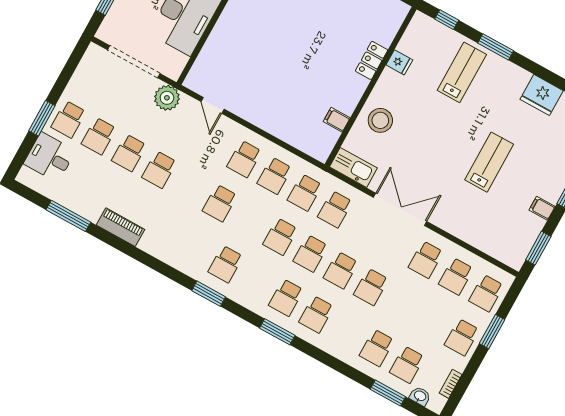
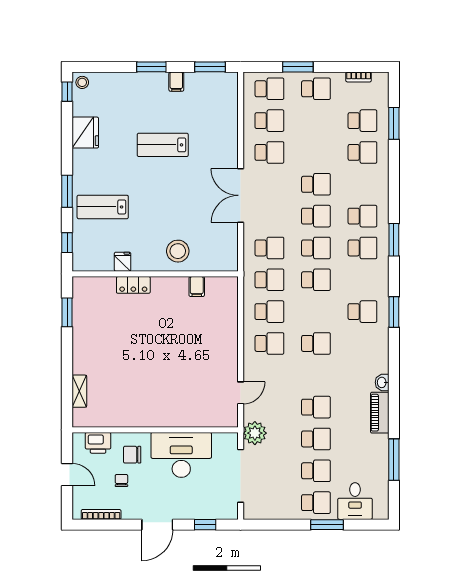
kitchen sink: (353, 167) -> (228, 252), removed
washbasin: (420, 396) -> (382, 382), moved

